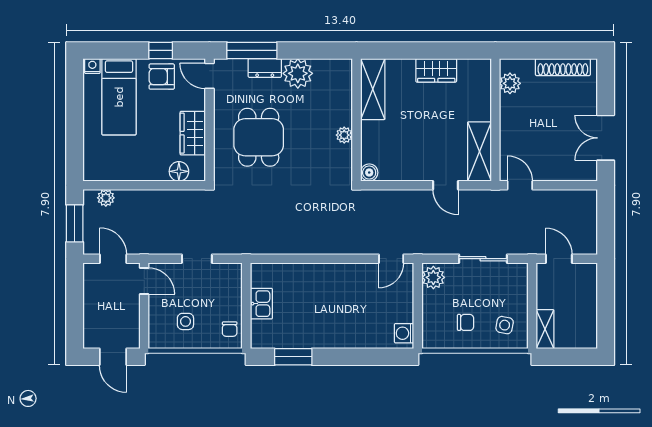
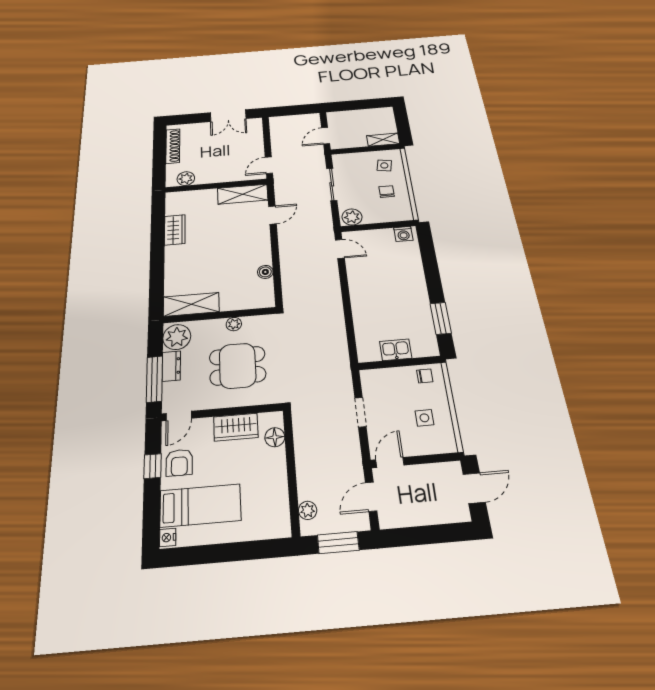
shelving: (373, 89) -> (191, 304), moved
wall: (356, 120) -> (220, 315), moved
plant: (344, 135) -> (234, 324), moved

